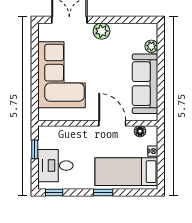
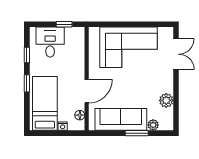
plant: (102, 31) -> (166, 100), moved
window: (161, 65) -> (137, 133), added
window: (54, 192) -> (27, 55), moved

